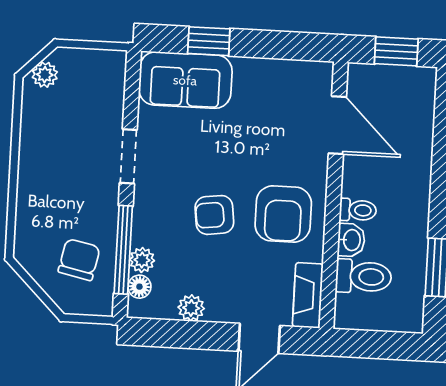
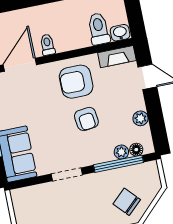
toilet: (358, 210) -> (47, 45), moved
armchair: (283, 214) -> (76, 82), turned 180
washbasin: (351, 240) -> (120, 33), moved
chair: (79, 260) -> (127, 202), moved, turned 35

